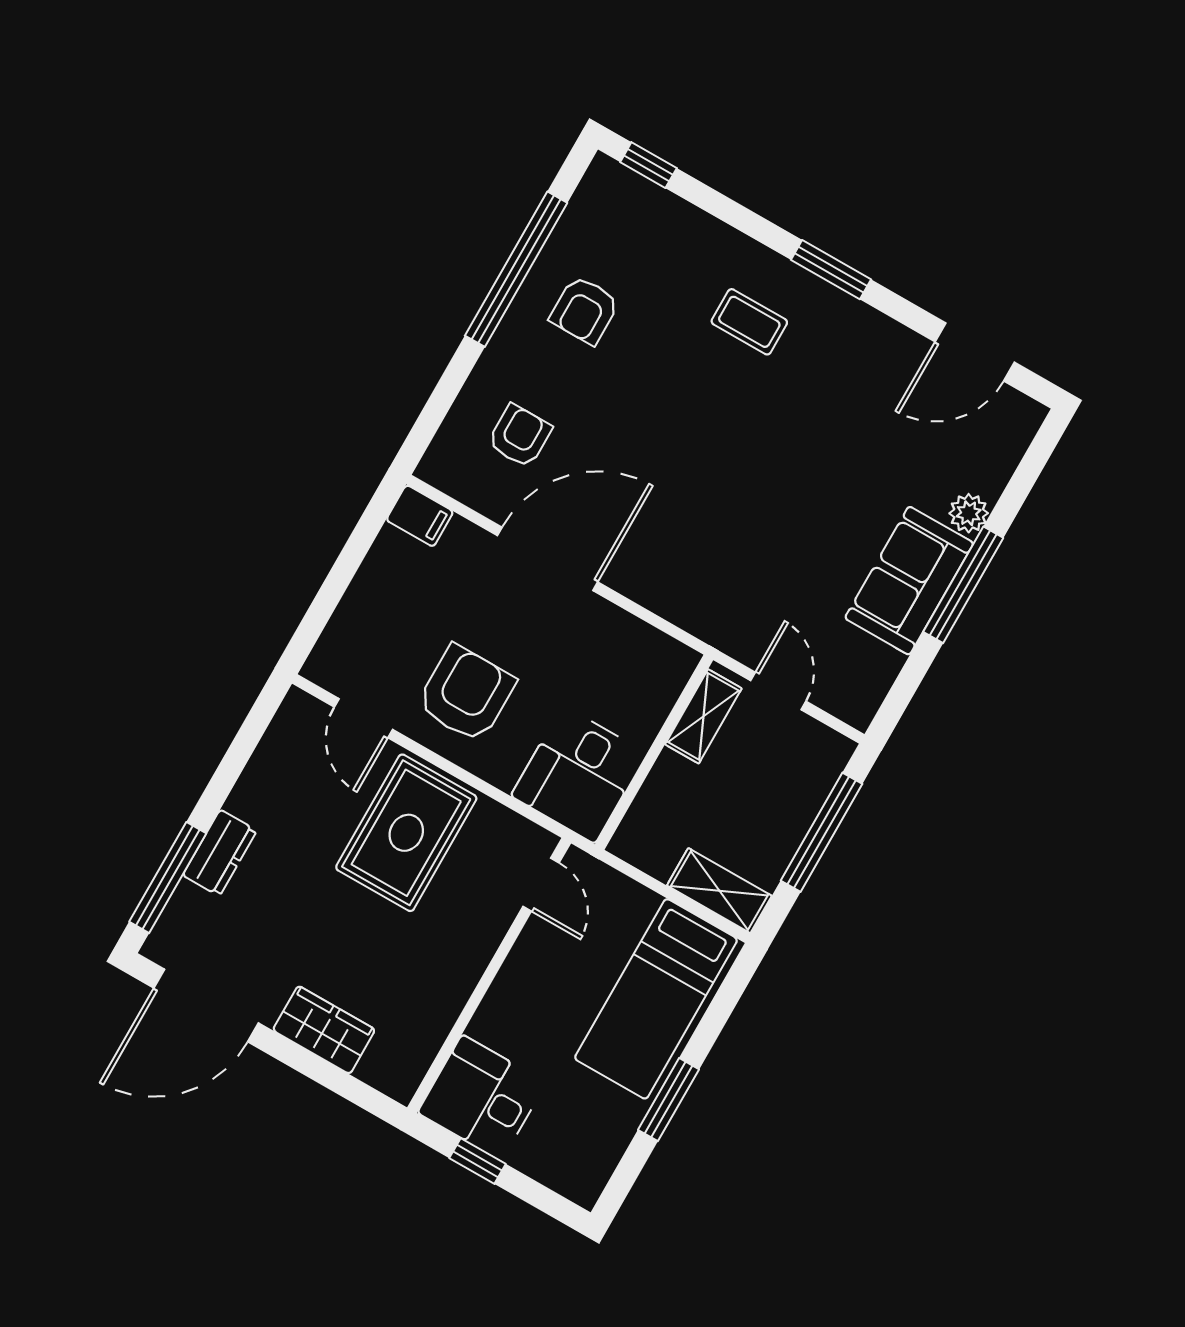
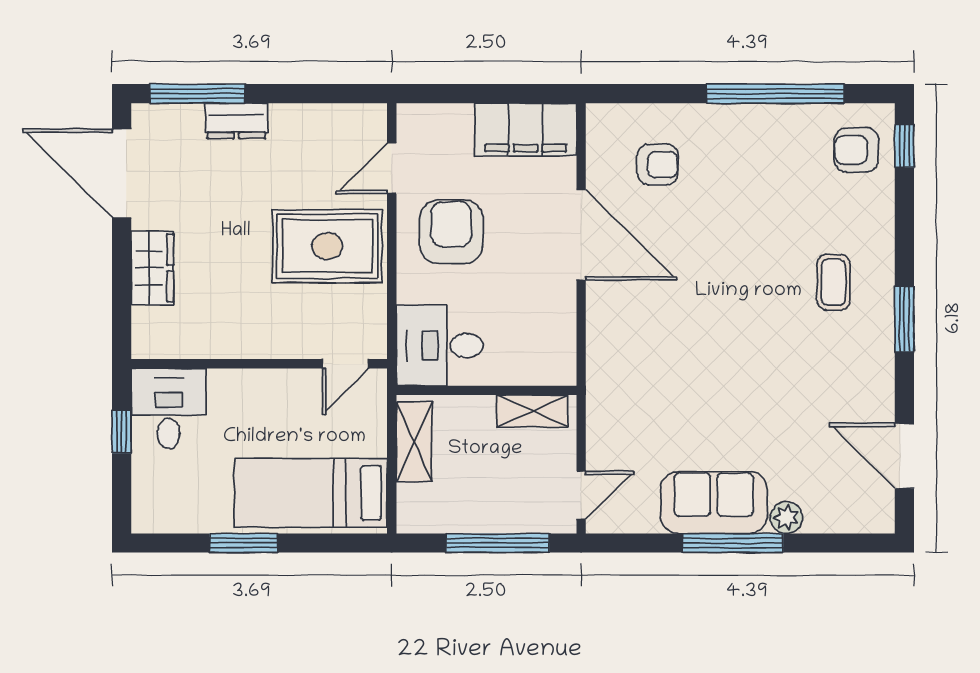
armchair: (585, 310) -> (857, 150), moved
filing cabinet: (420, 516) -> (526, 130), width x3.00, depth x1.17
door: (778, 691) -> (581, 495), moved
armchair: (466, 694) -> (451, 232), turned -90
shelving: (719, 891) -> (414, 442), moved

